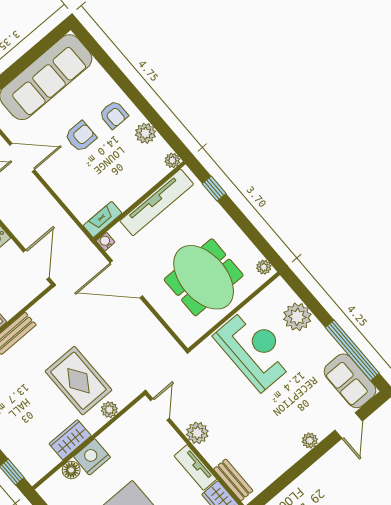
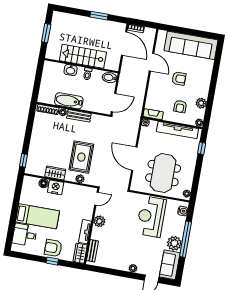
armchair: (114, 115) -> (180, 107), moved
door: (126, 279) -> (134, 159), moved
water cooler: (285, 295) -> (183, 211), added
plant: (297, 317) -> (174, 243), moved
reception desk: (254, 349) -> (151, 217), turned 180
window: (352, 350) -> (185, 239), moved

